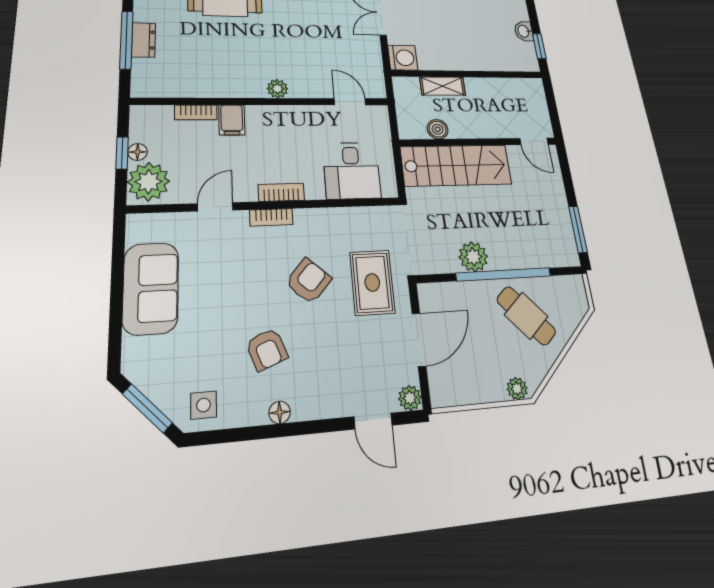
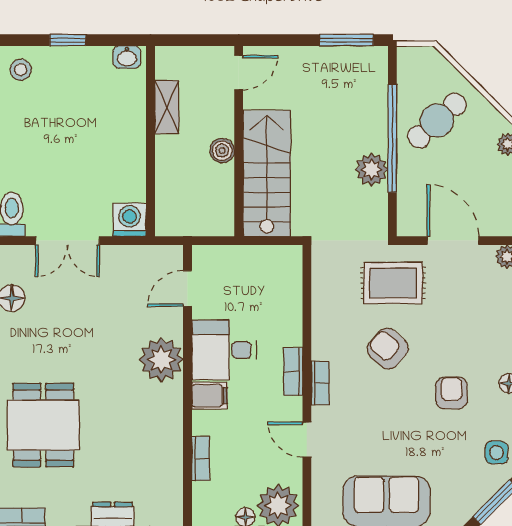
washbasin: (524, 31) -> (127, 57), moved
window: (539, 46) -> (68, 40), moved
shelving: (443, 86) -> (167, 107), moved
plant: (277, 89) -> (161, 360), width x1.88, depth x1.88
filing cabinet: (232, 120) -> (210, 396), moved
boiler: (438, 129) -> (222, 151), moved
desk: (352, 171) -> (224, 350), moved, turned 180
armchair: (267, 349) -> (451, 393), turned -69

